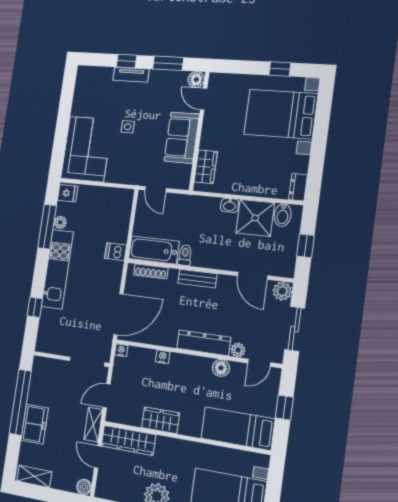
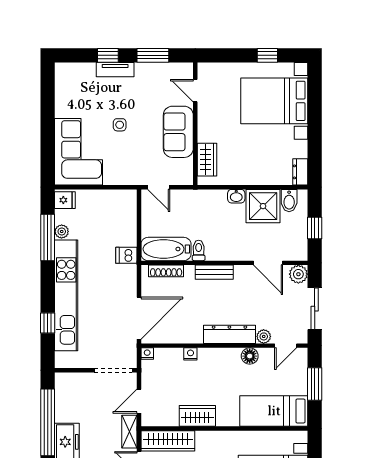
floor lamp: (196, 80) -> (185, 71), removed
kitchen unit: (57, 269) -> (66, 295), width x1.36
window: (284, 408) -> (315, 384), width x1.50

